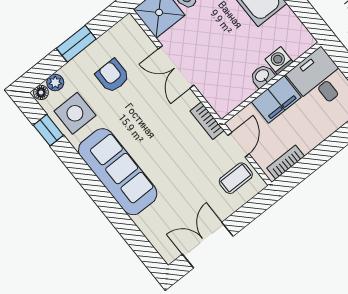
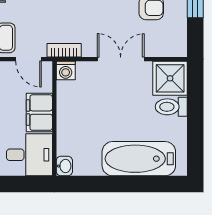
washing machine: (279, 61) -> (66, 70), moved, turned 90
washbasin: (262, 76) -> (64, 166), moved

